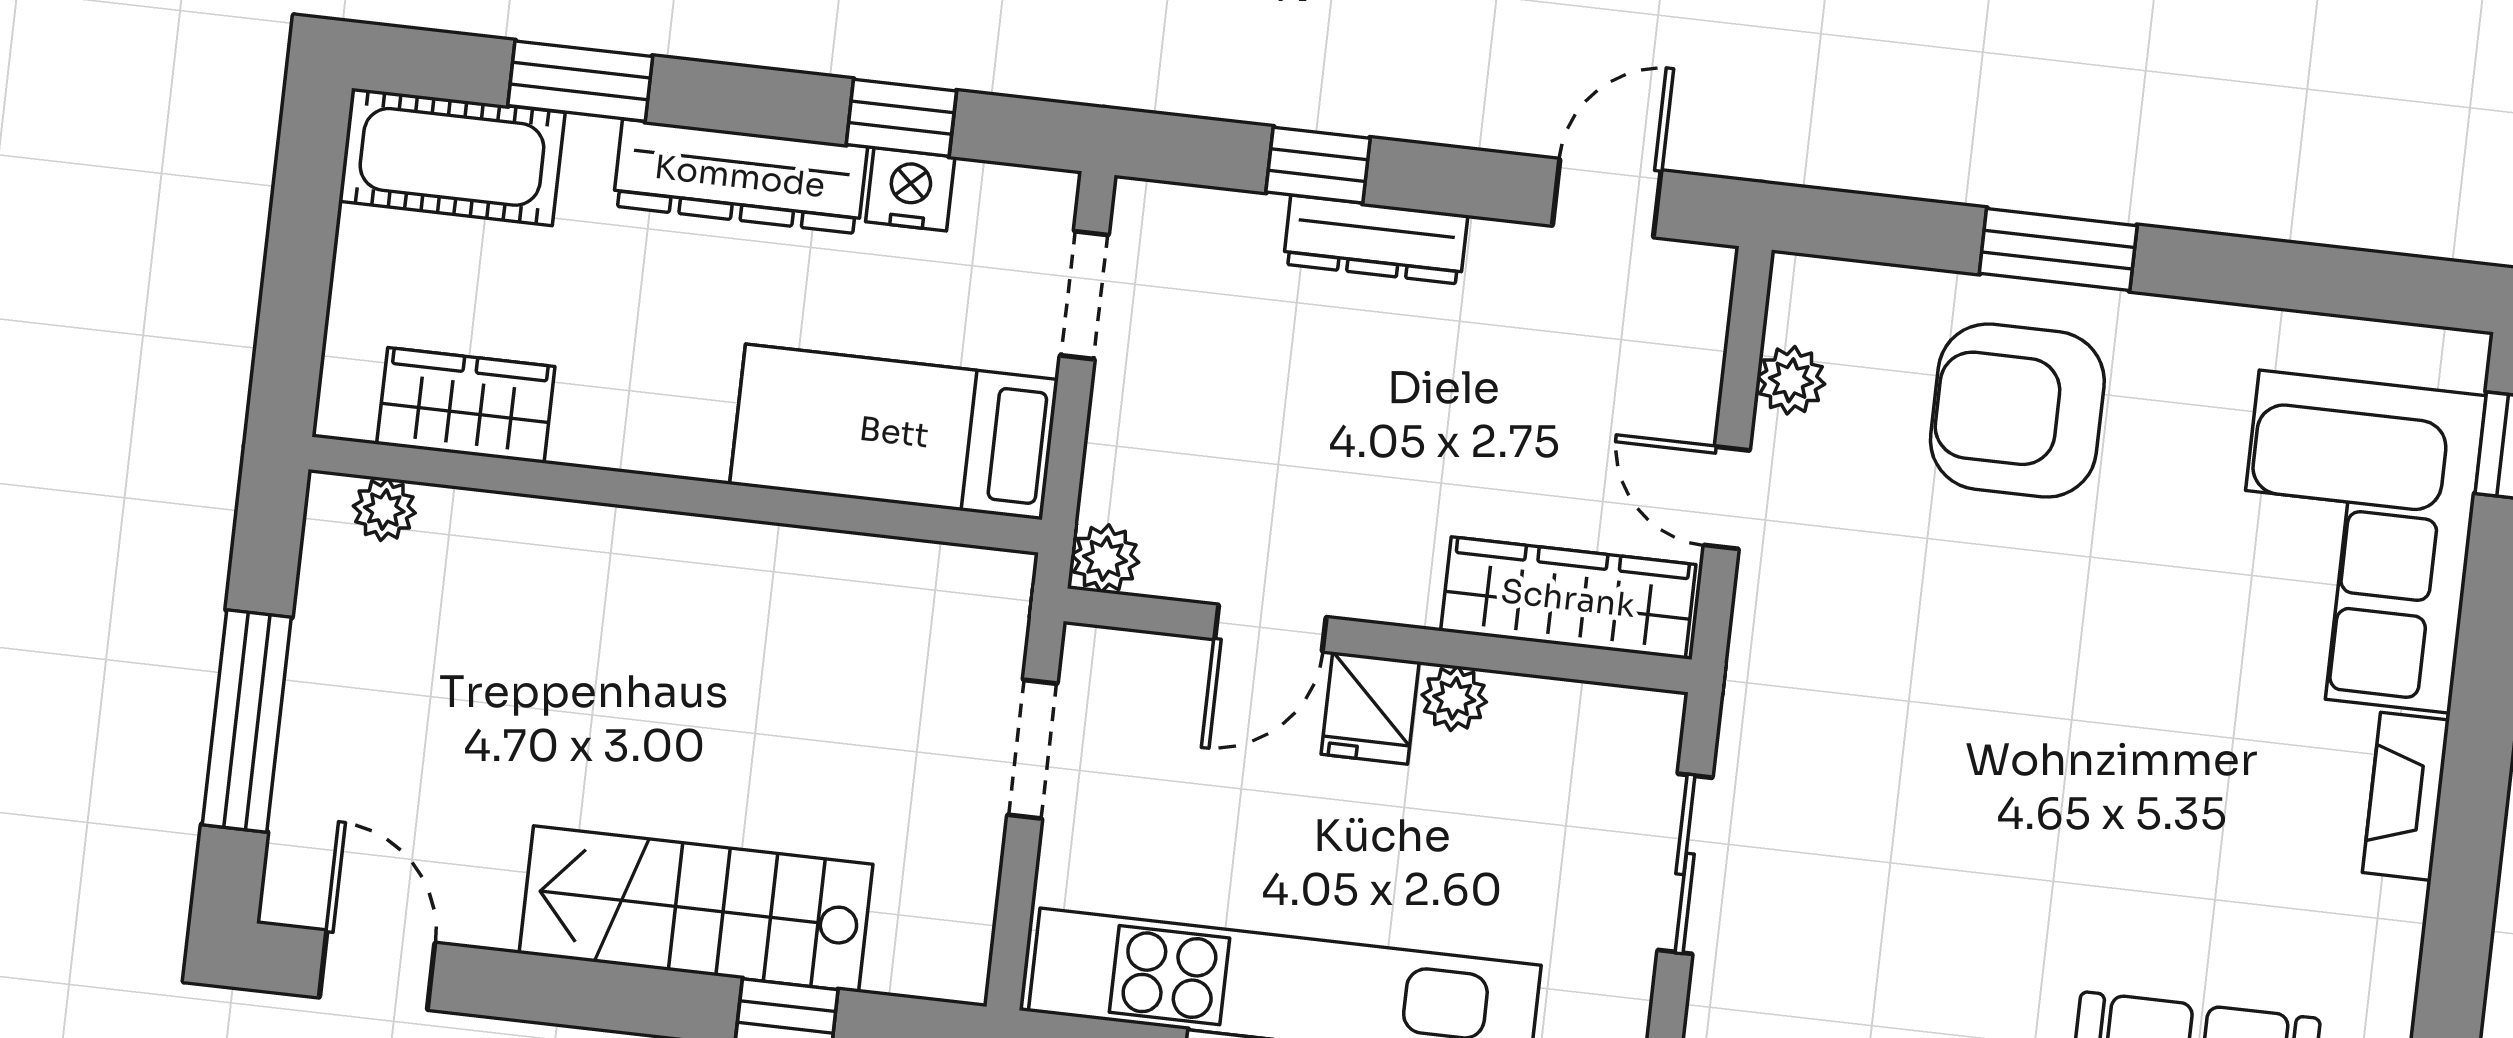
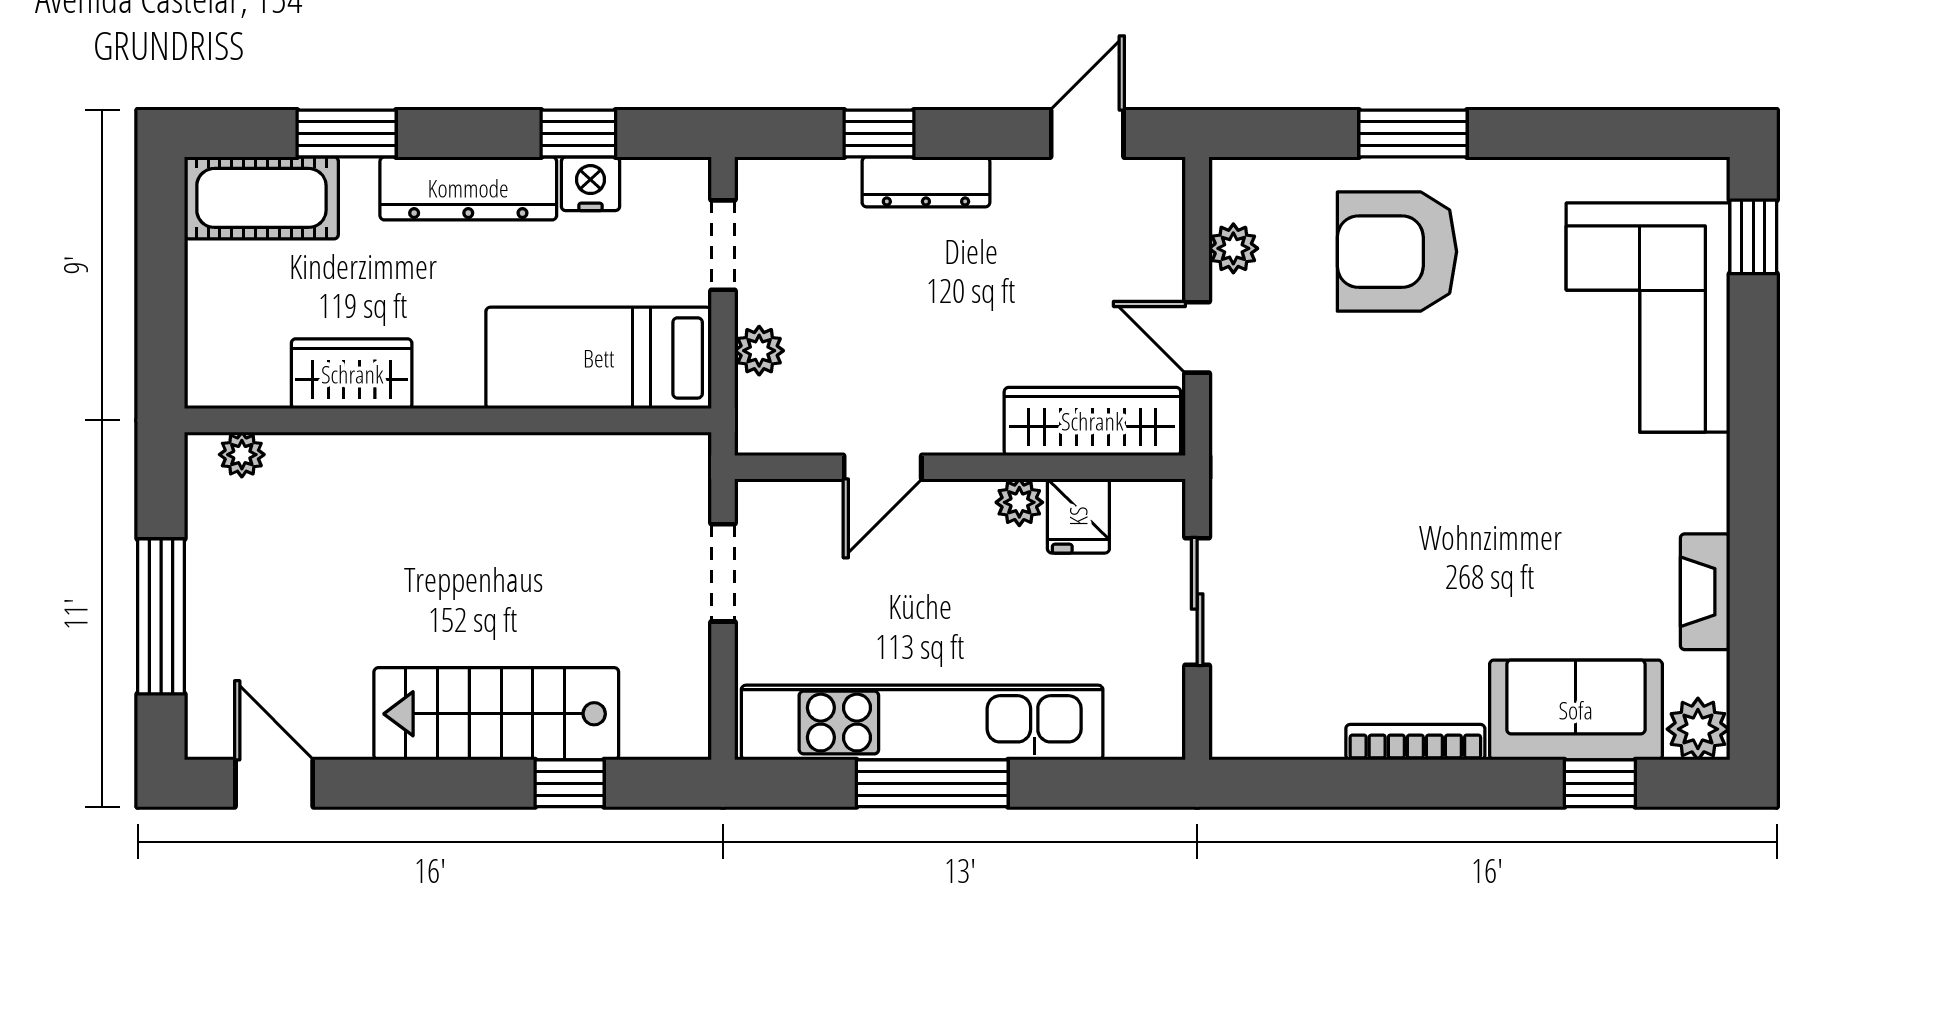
wardrobe: (466, 405) -> (352, 374), moved
plant: (1105, 559) -> (759, 351), moved
fridge: (1370, 708) -> (1078, 516), moved
fireplace: (2406, 796) -> (1705, 592), moved

